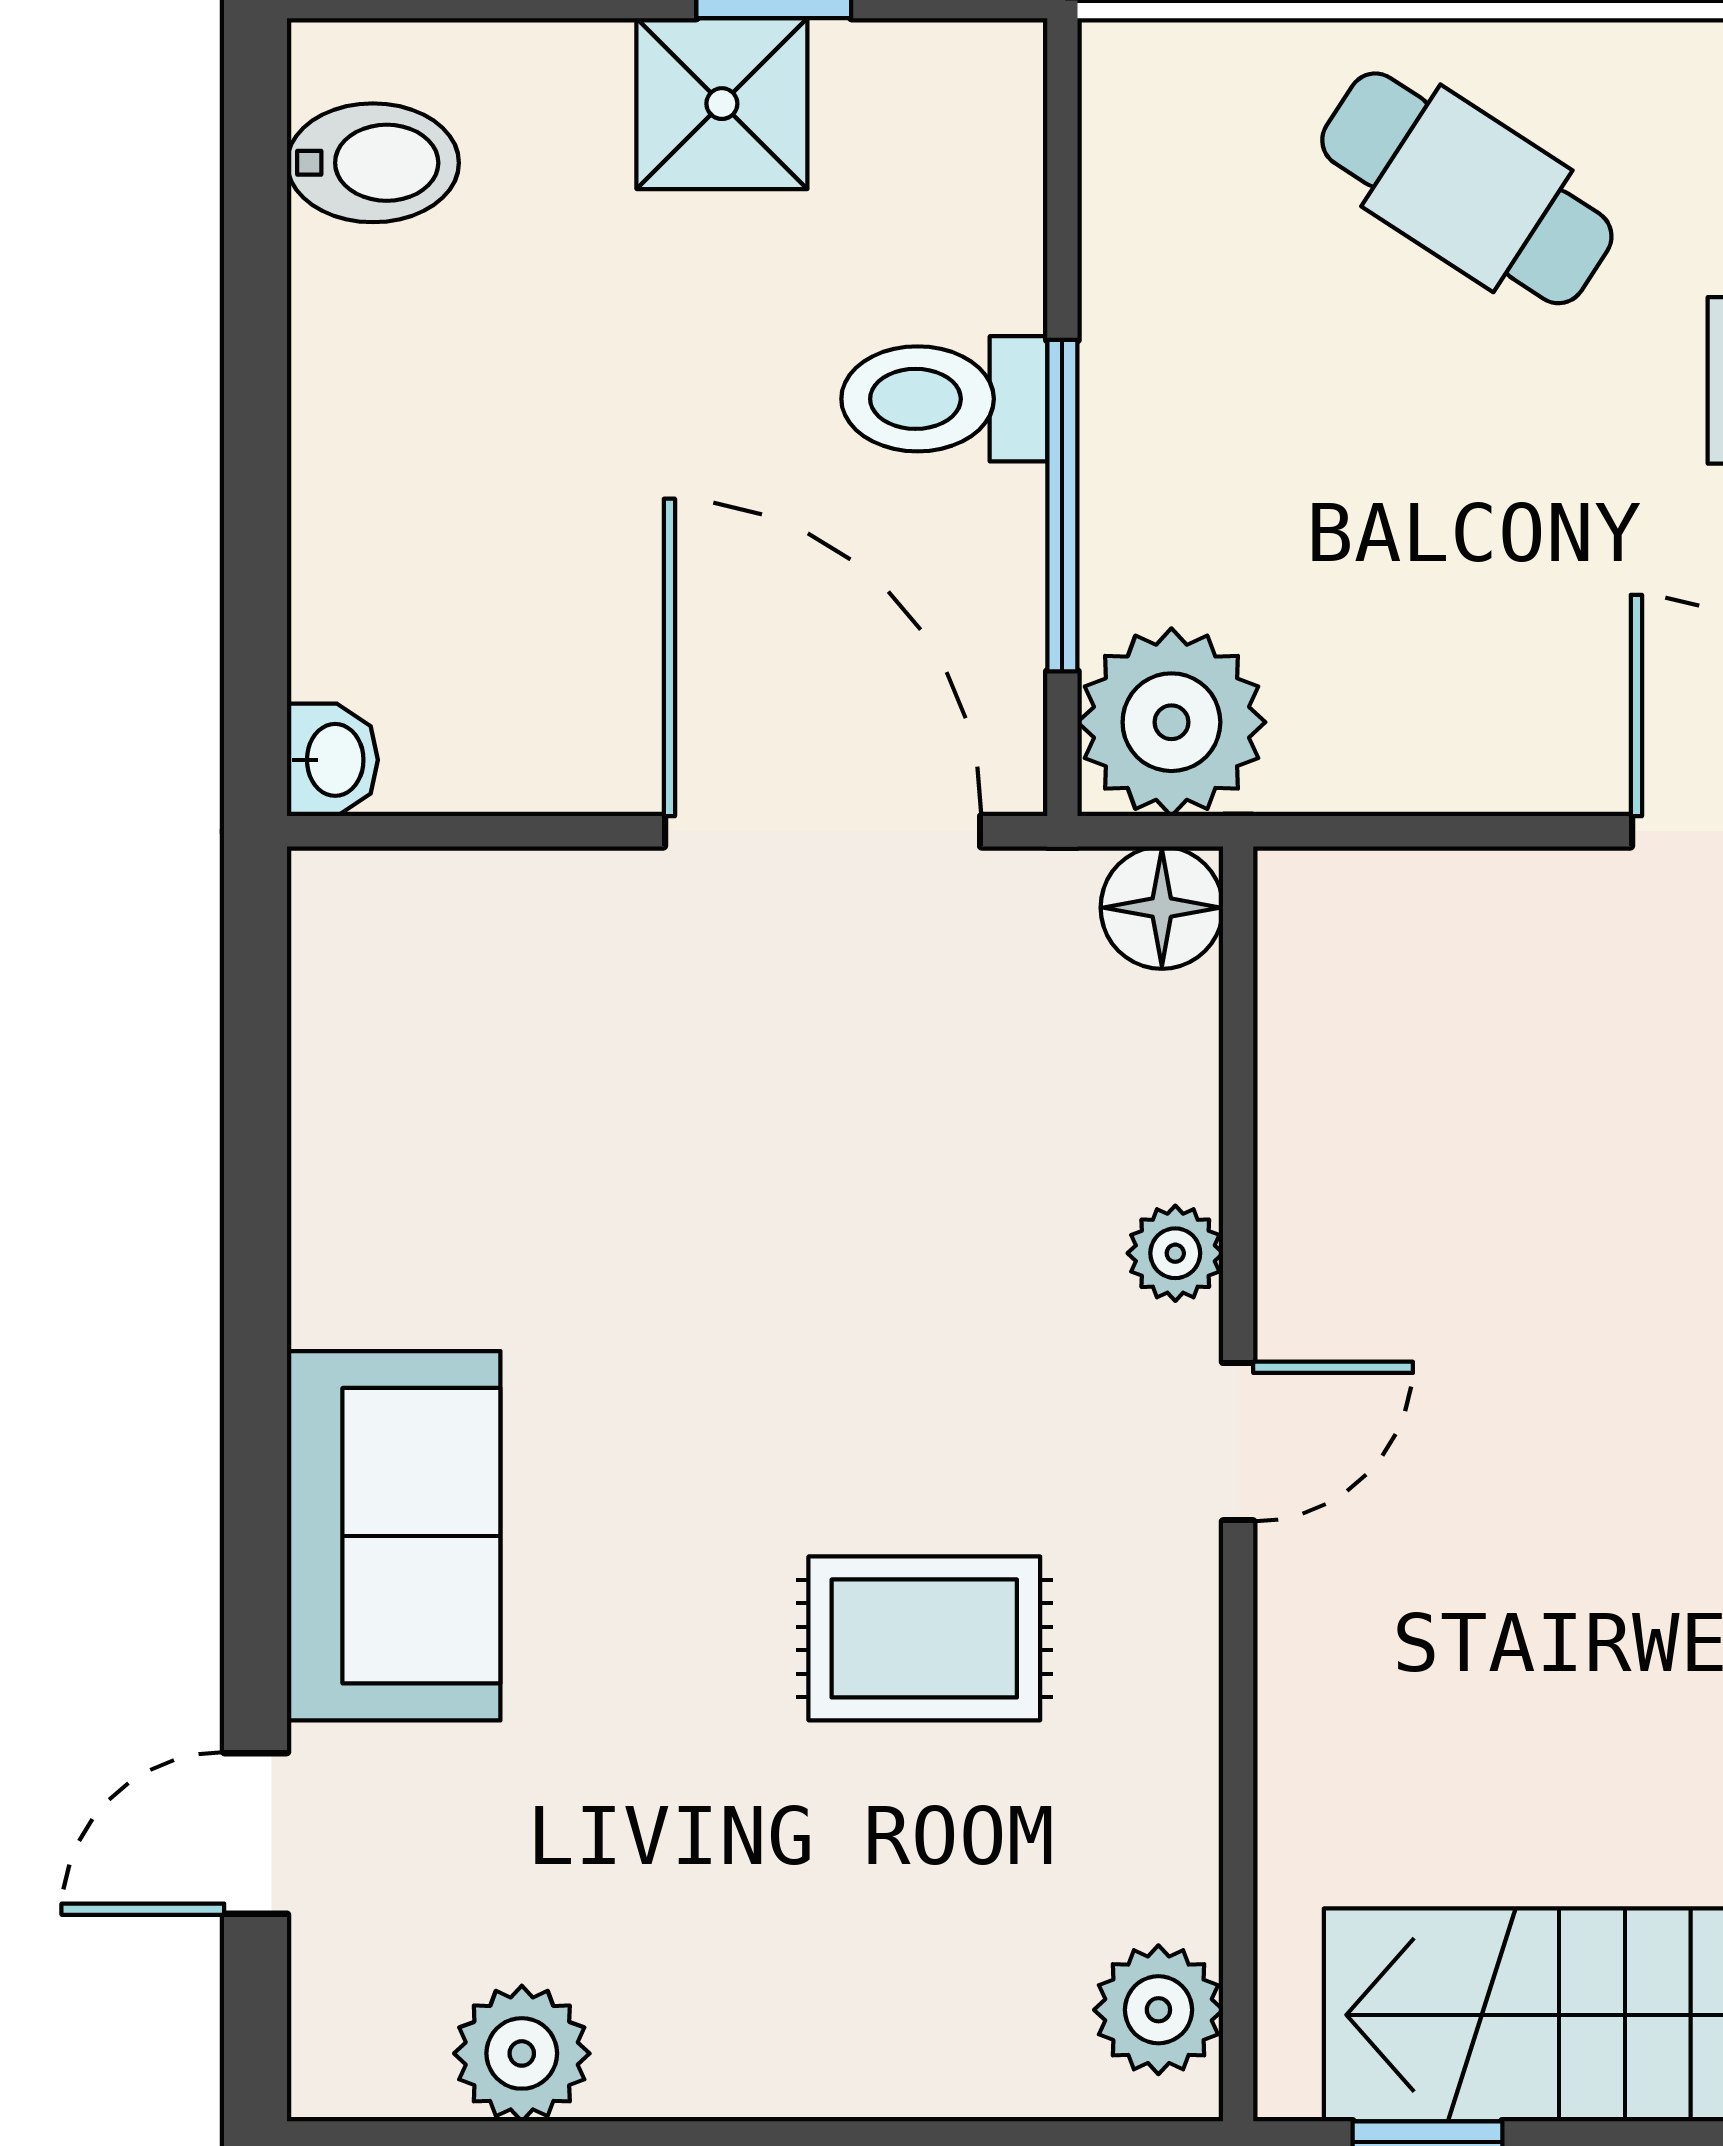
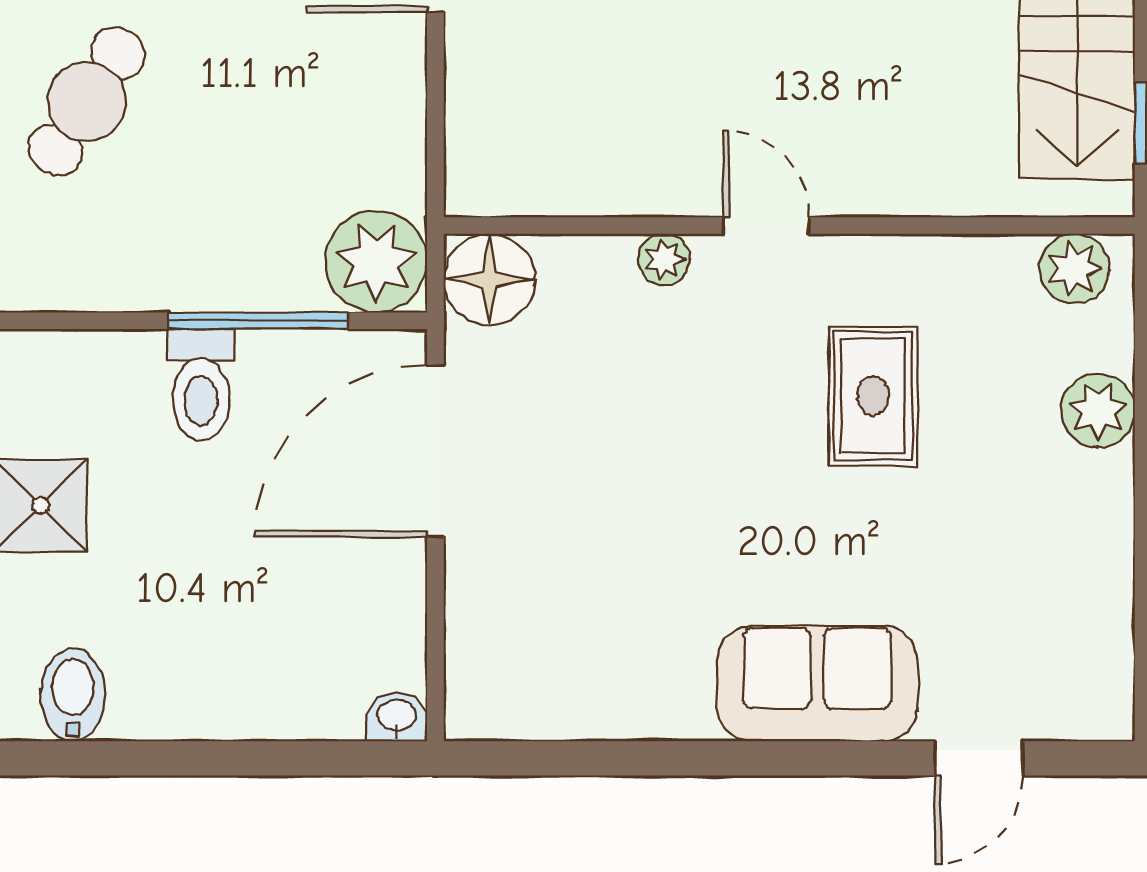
floor lamp: (1162, 908) -> (489, 279), width x1.38, depth x1.38
door: (256, 1833) -> (979, 758), hinge flipped
plant: (522, 2053) -> (1098, 410), moved

